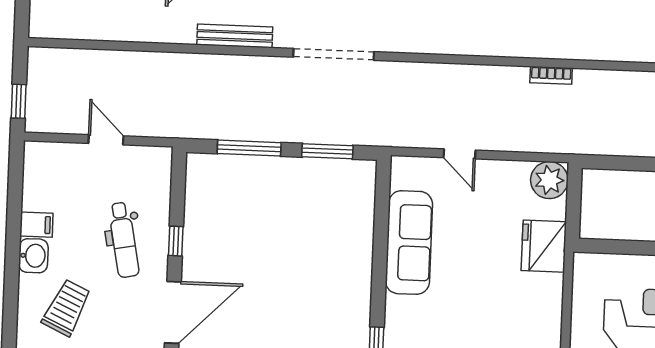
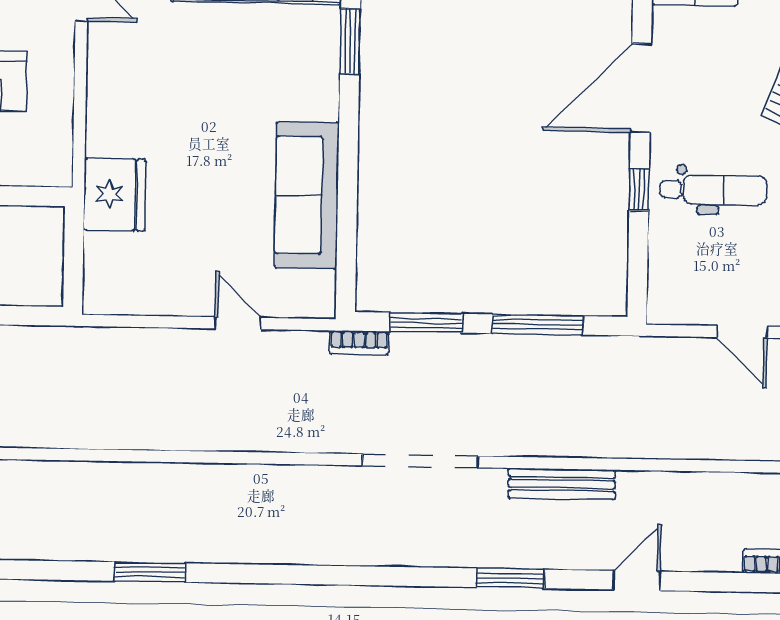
bookcase: (551, 75) -> (359, 343), moved, turned 180
plant: (549, 180) -> (109, 289), removed
dental chair: (124, 240) -> (713, 190), turned 101

